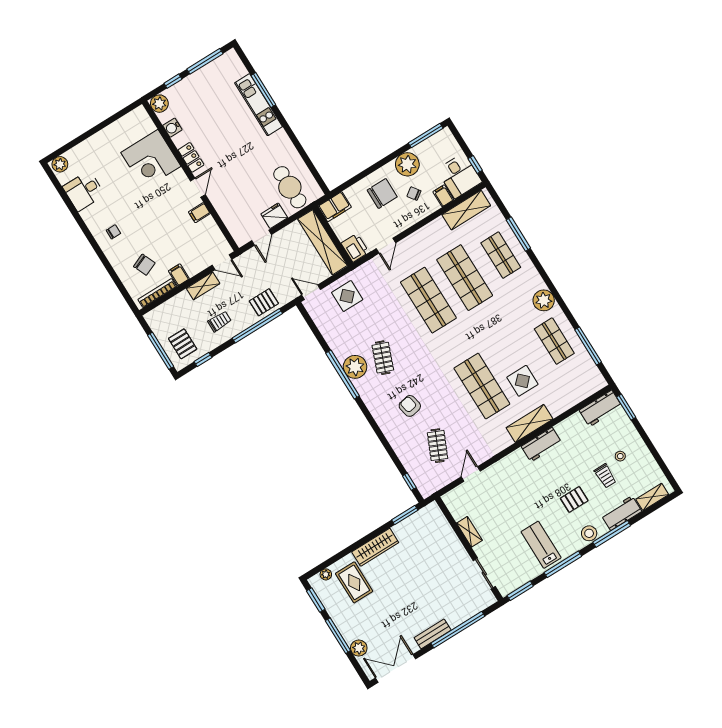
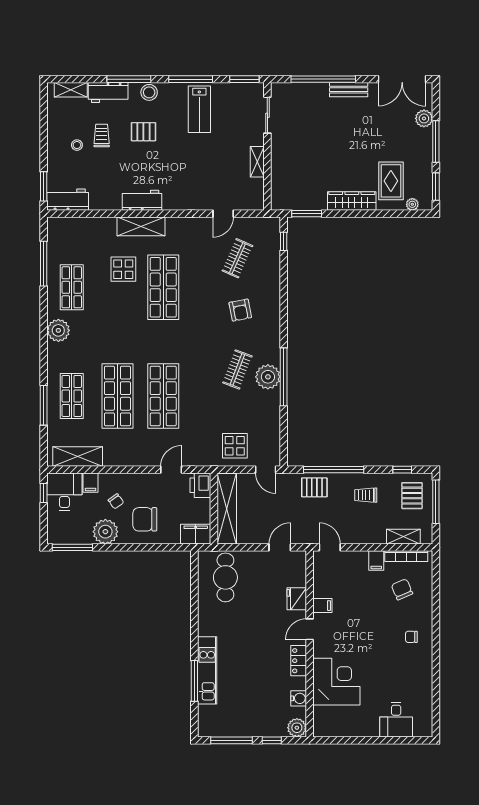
plant: (60, 164) -> (422, 729), removed
desk: (84, 191) -> (396, 720), moved, turned 90
fridge: (274, 216) -> (297, 599), moved, turned 90
shelving: (203, 286) -> (403, 537), moved

